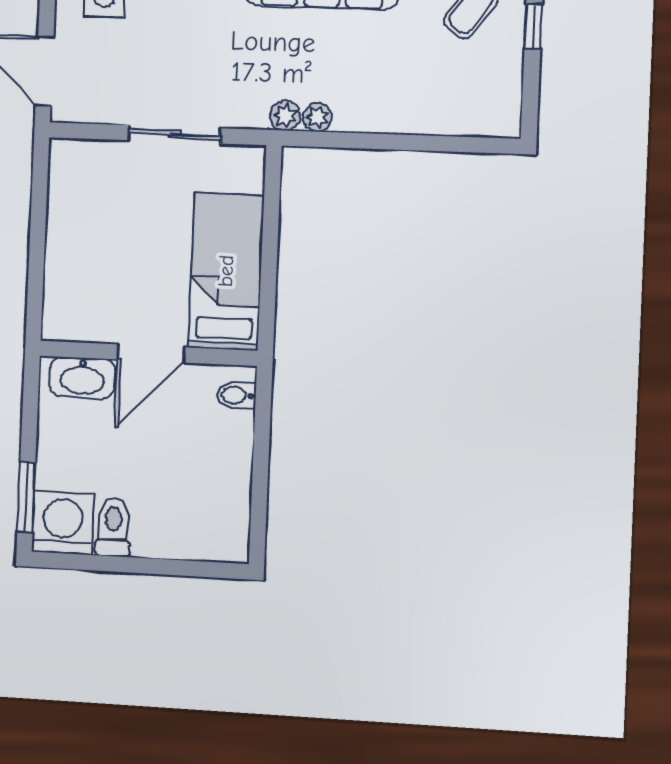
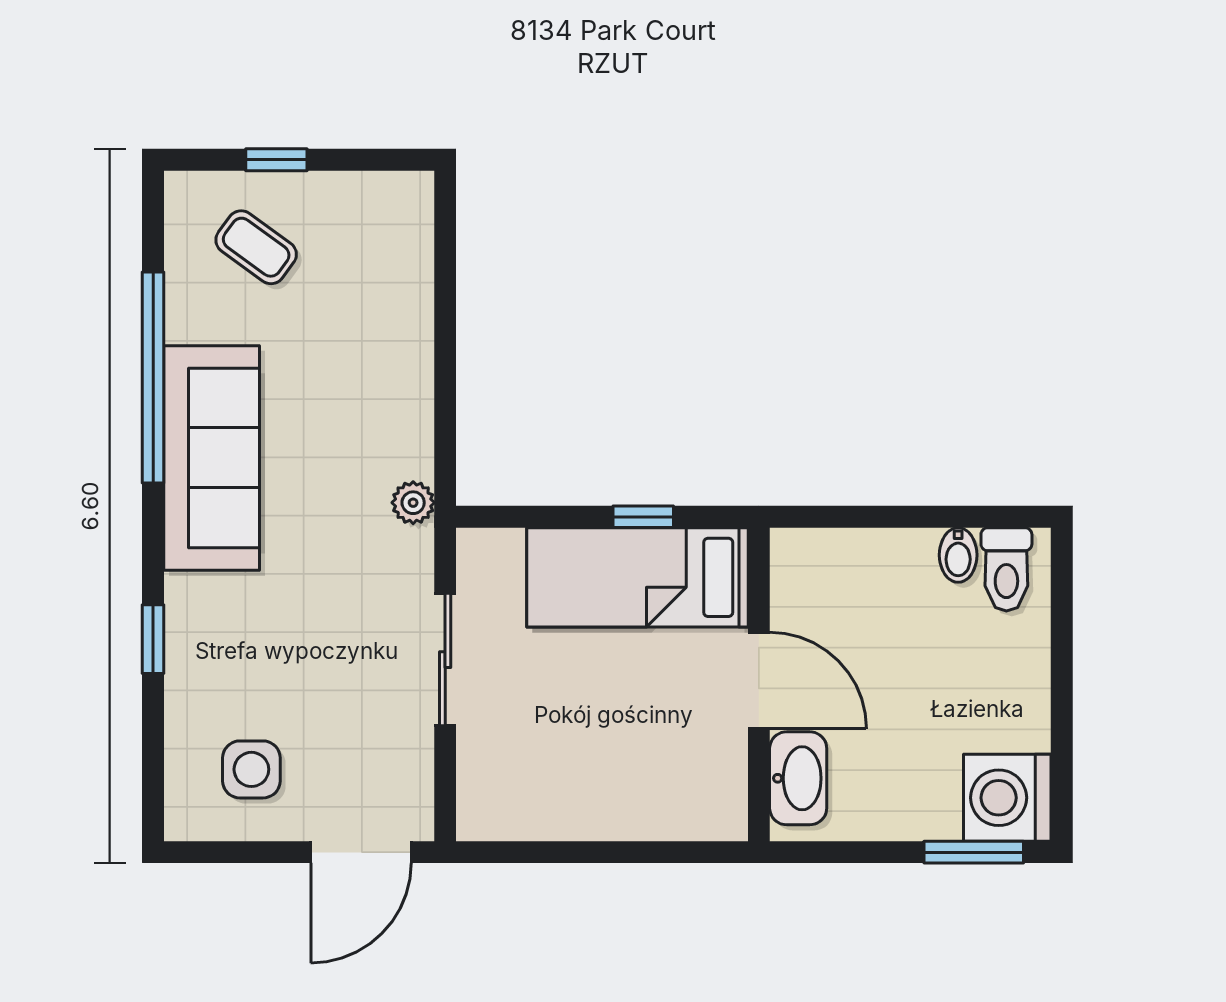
plant: (317, 117) -> (414, 457), removed
window: (268, 277) -> (643, 517), added
bidet: (237, 395) -> (958, 555), moved
toilet: (113, 527) -> (1006, 569), moved, turned -90

